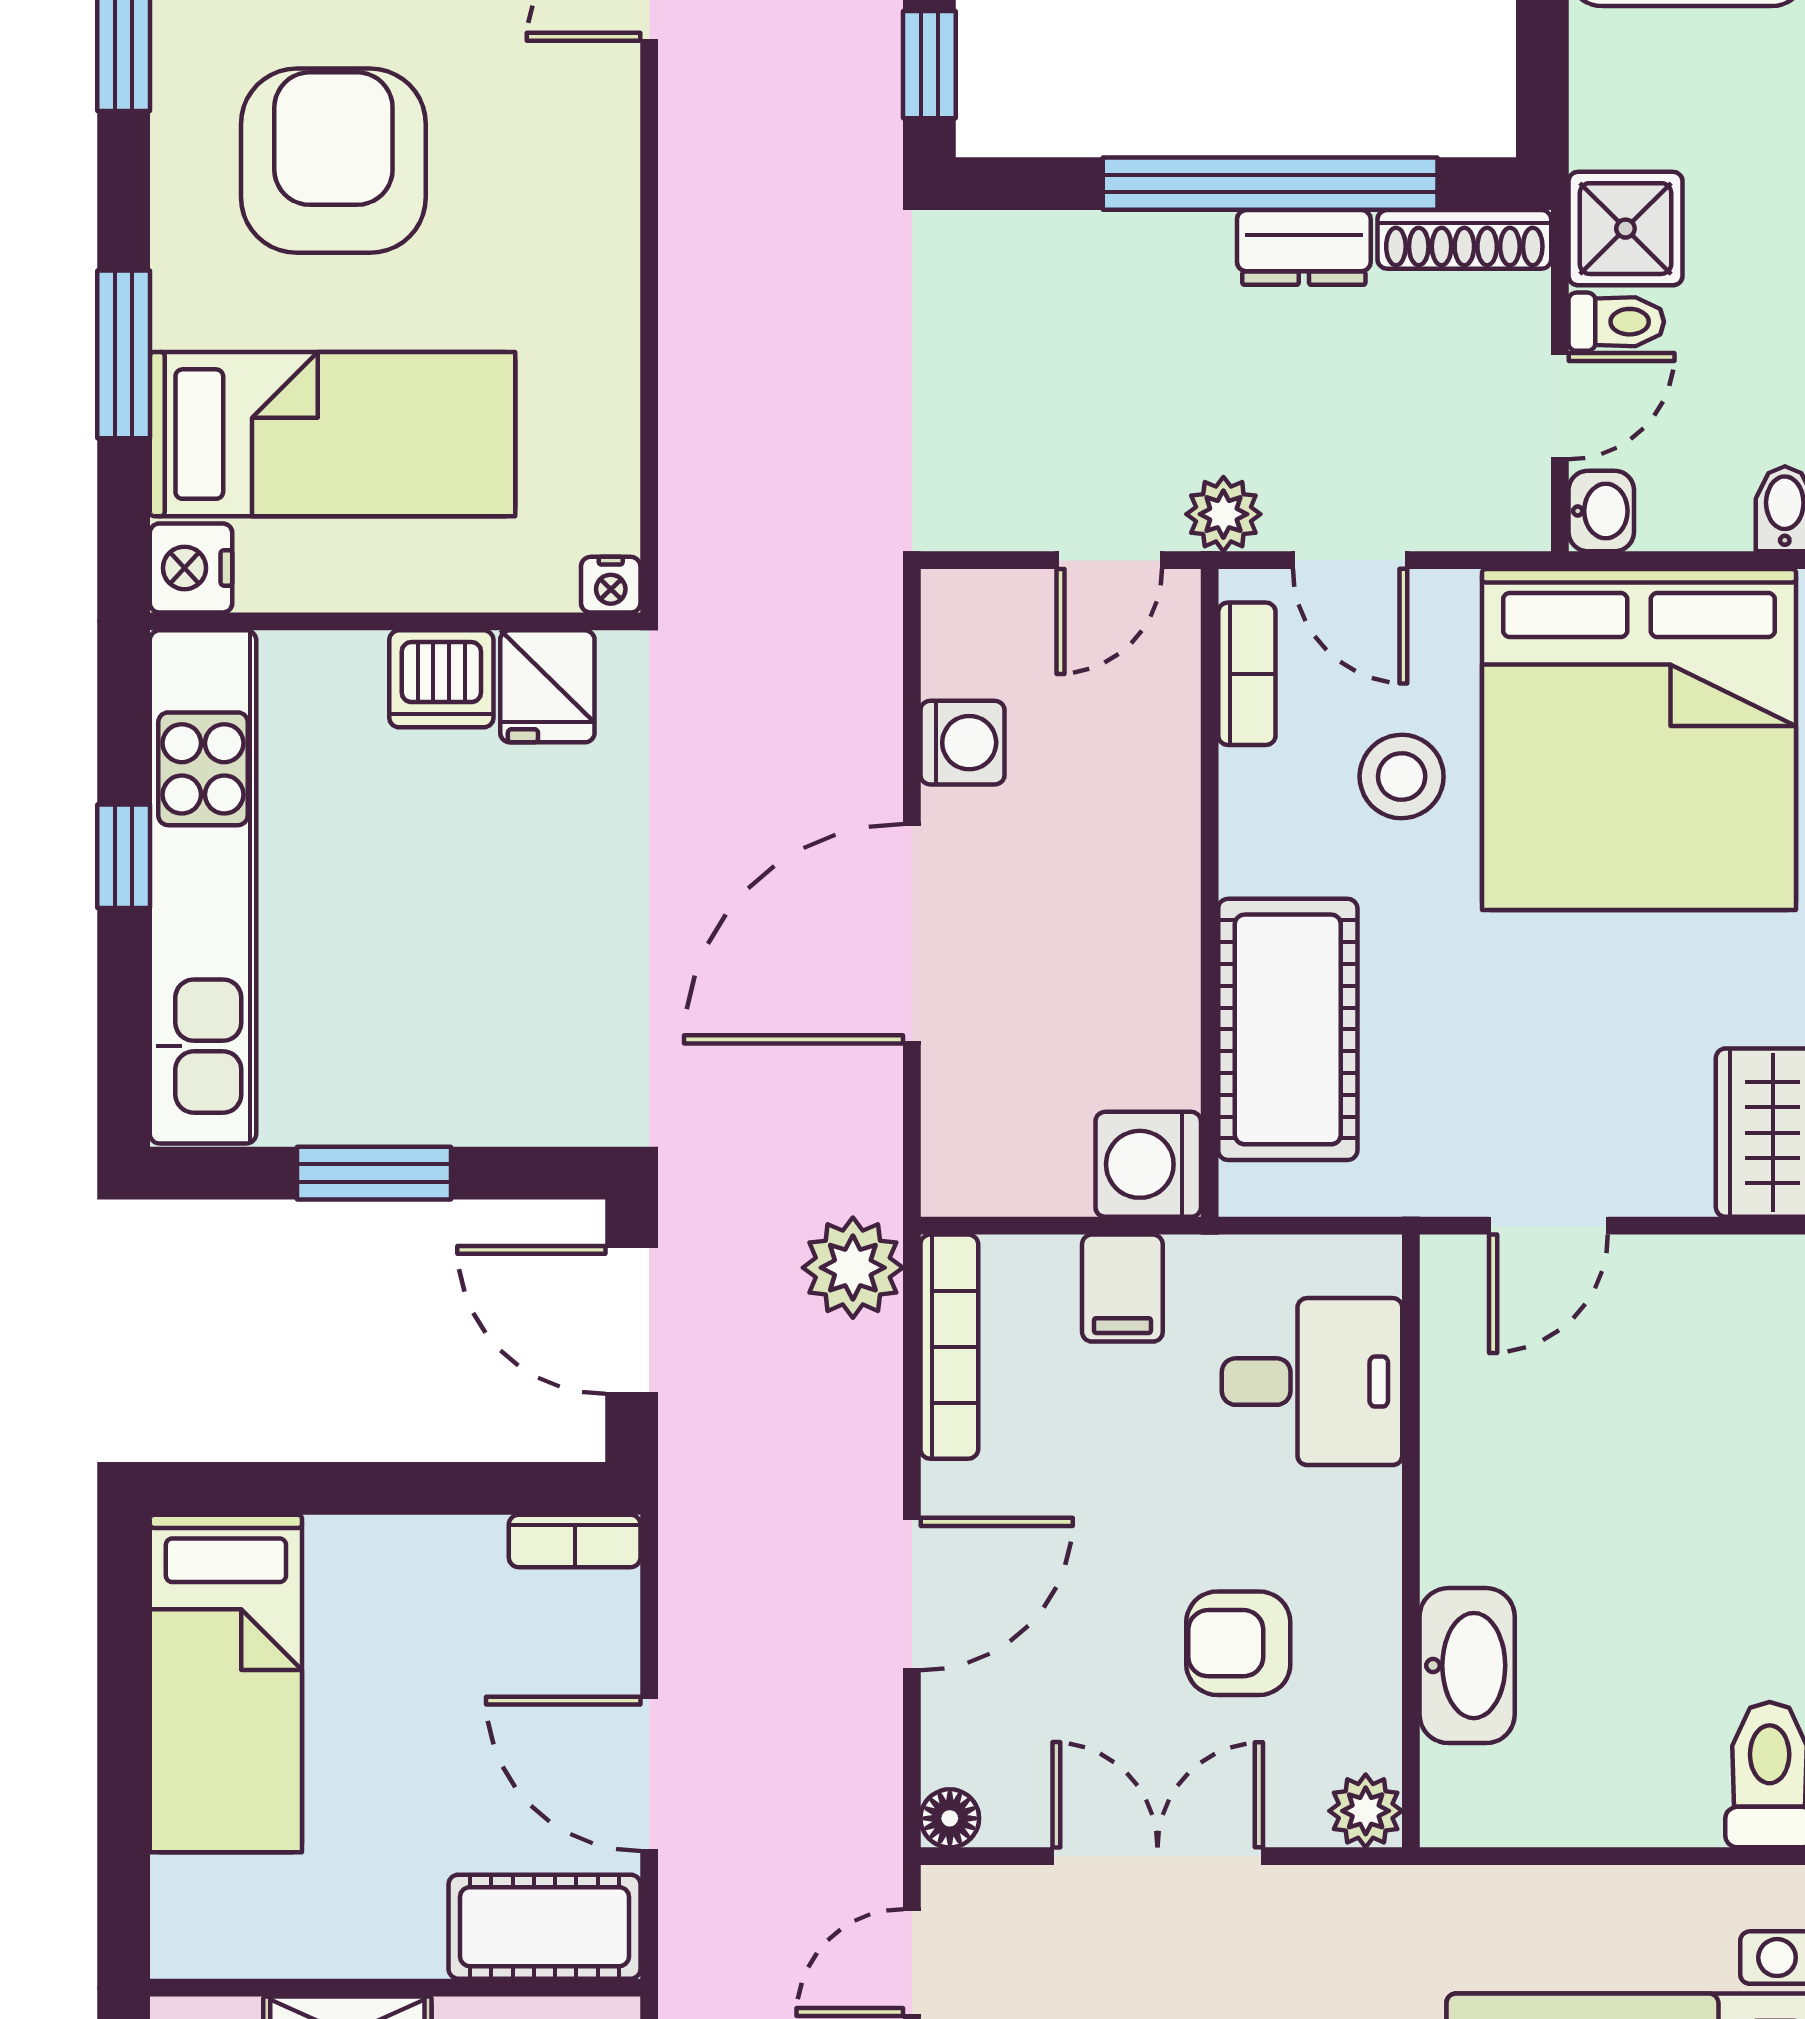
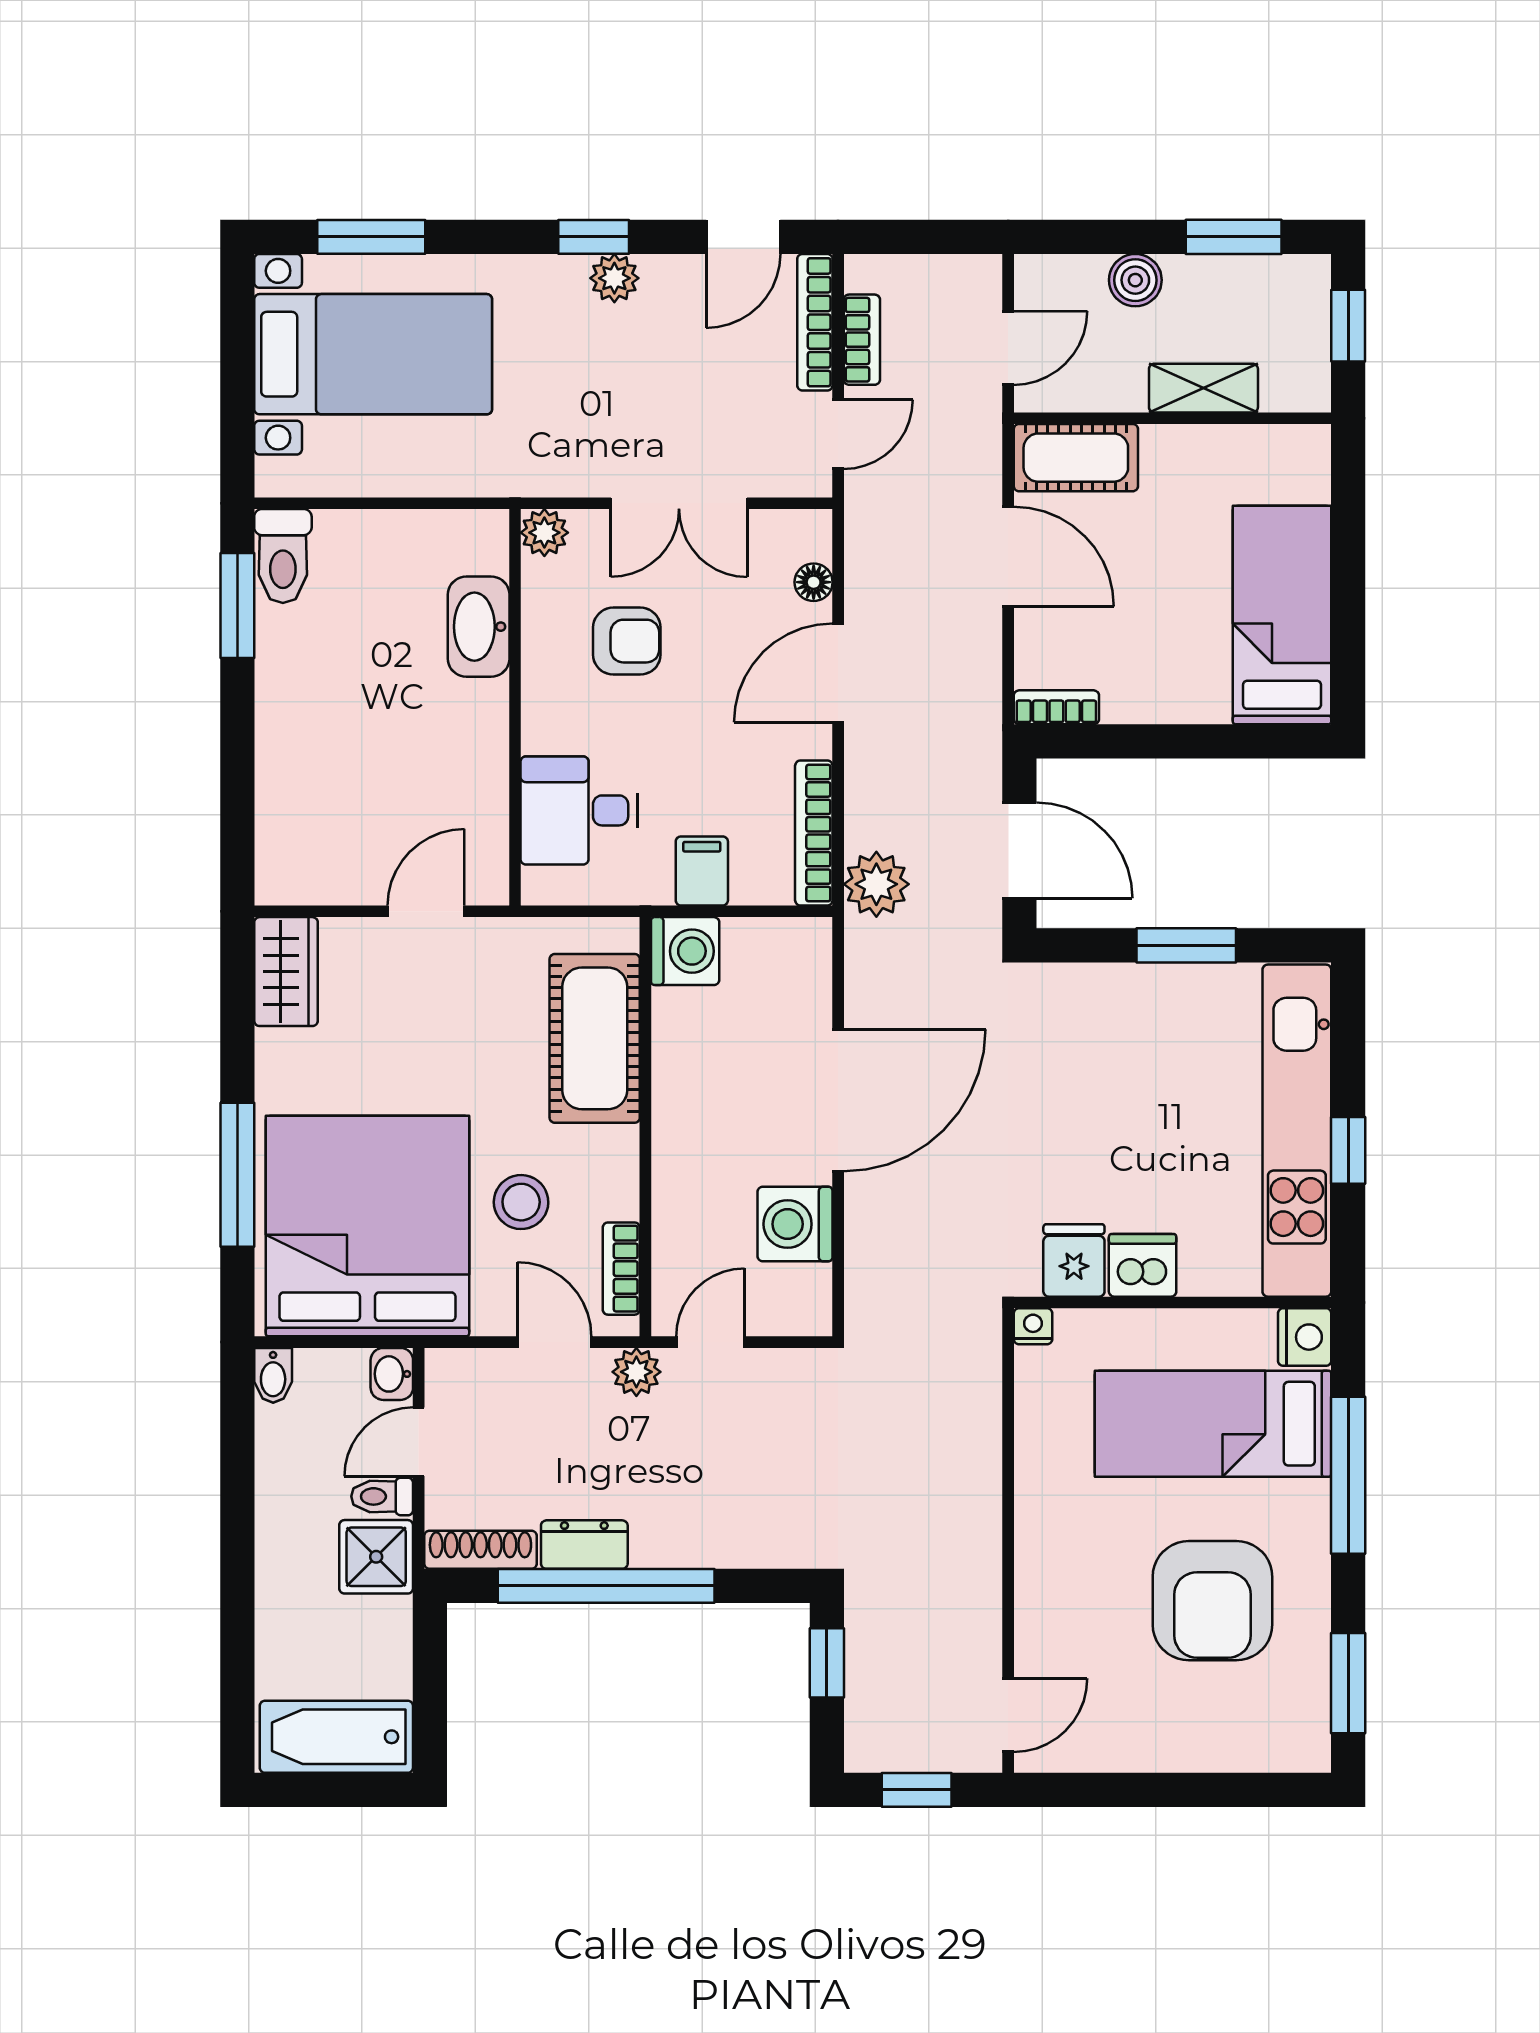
window: (124, 354) -> (1348, 1475), width x1.44
washing machine: (963, 743) -> (795, 1224), width x1.38, depth x1.38
floor lamp: (950, 1818) -> (814, 582), moved

